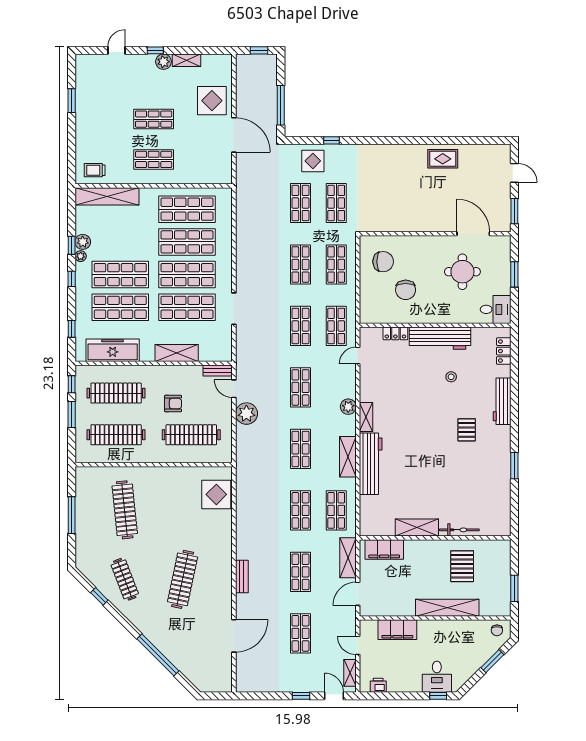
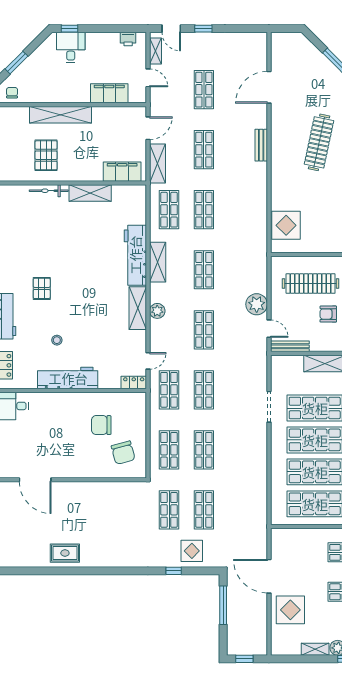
chair: (383, 262) -> (123, 453), turned -105
round table: (462, 272) -> (46, 443), removed
chair: (406, 290) -> (101, 425), turned -90
locker: (395, 333) -> (134, 382), moved
bench: (218, 371) -> (290, 346), width x1.36
shelving: (366, 417) -> (138, 308), width x1.50, depth x1.33

